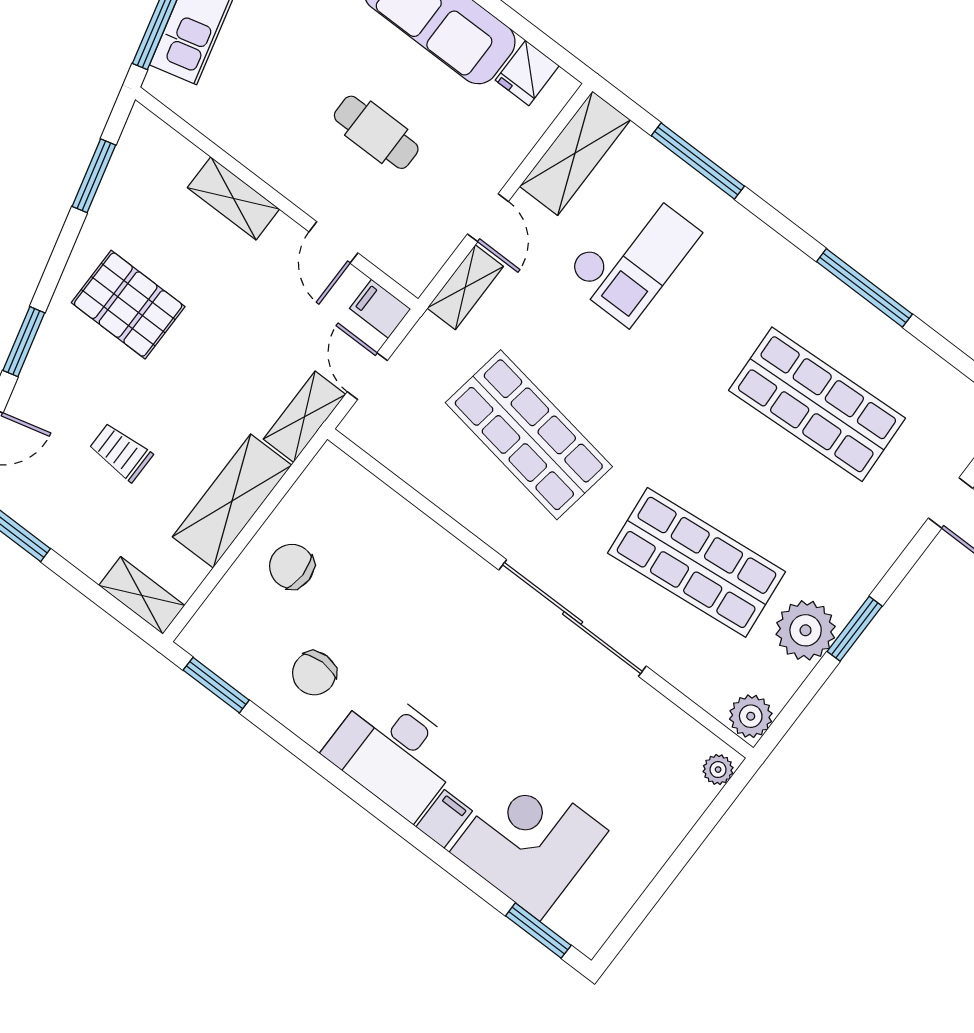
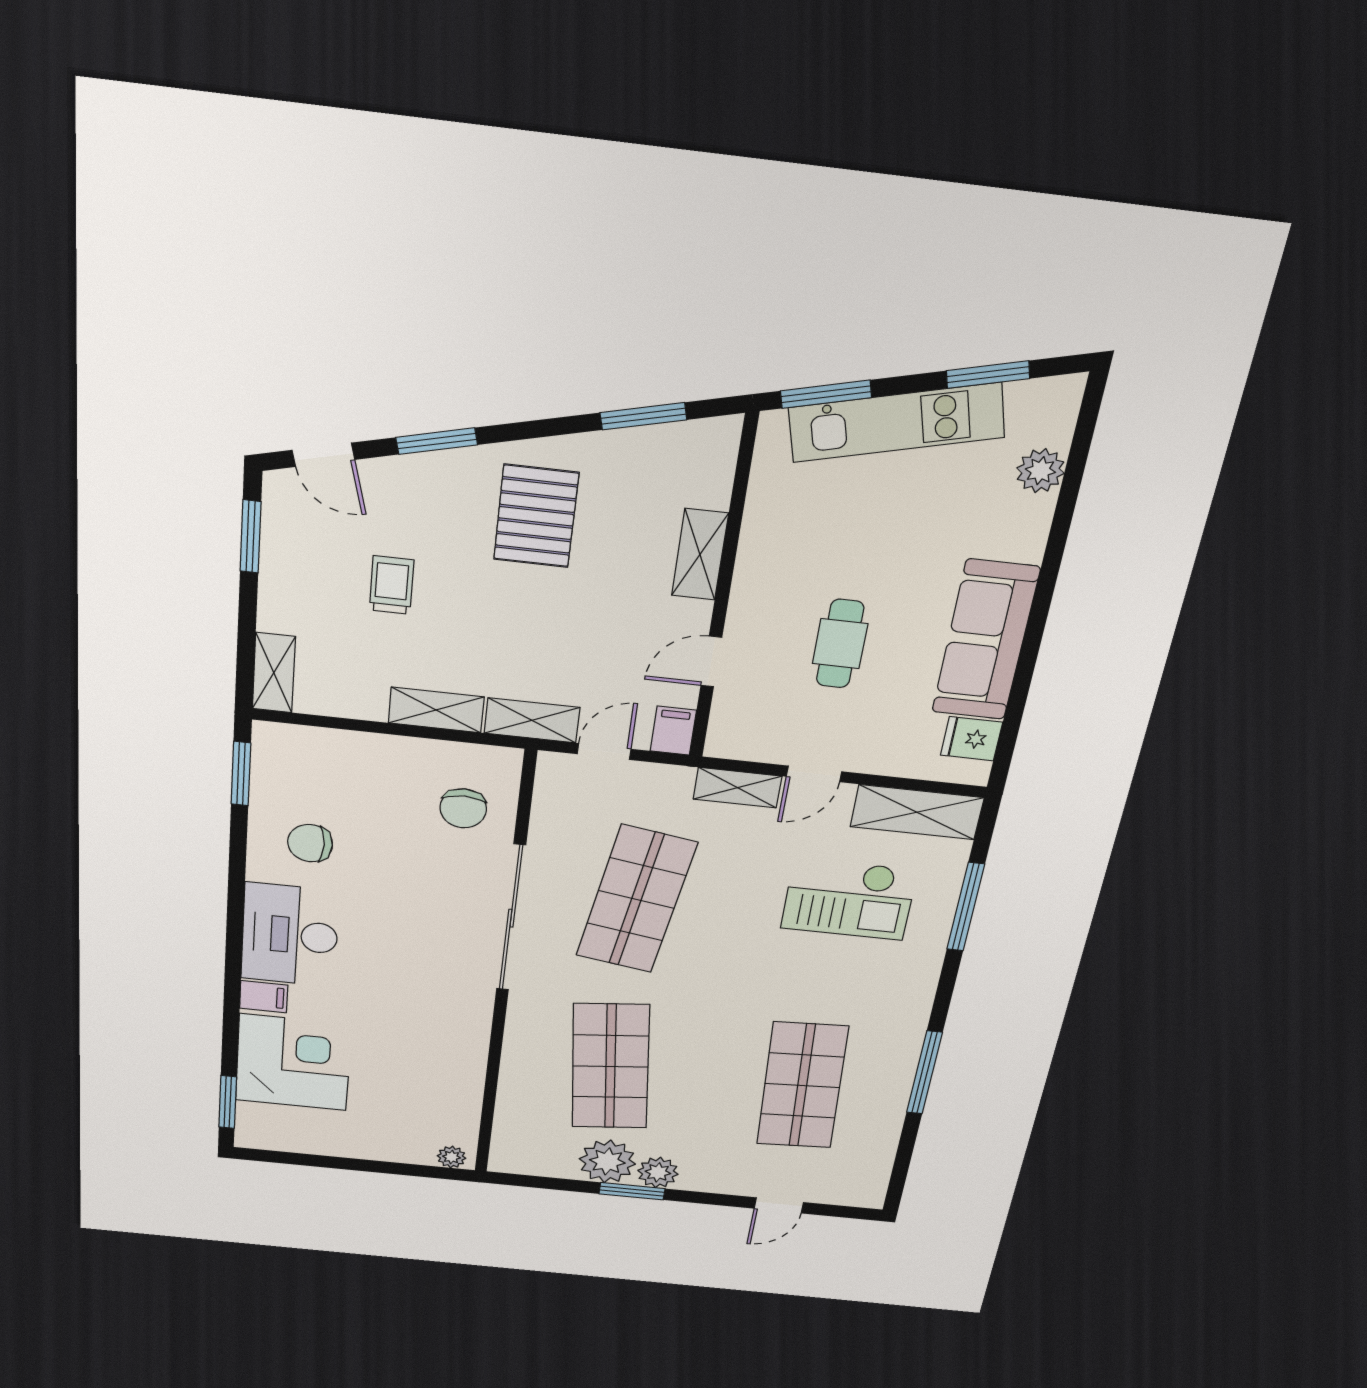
shelving: (232, 501) -> (436, 710), width x0.67, depth x0.75
chair: (292, 566) -> (463, 808), moved, turned 180
sliding door: (573, 618) -> (511, 918), moved
plant: (751, 716) -> (658, 1172), moved

